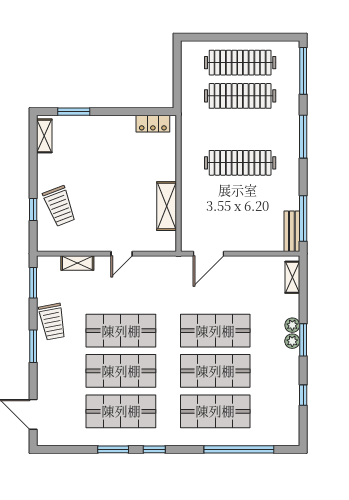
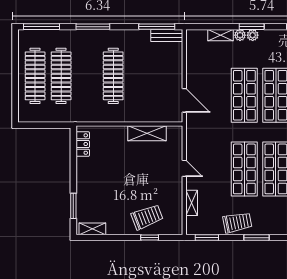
shelving: (292, 277) -> (221, 35), moved

